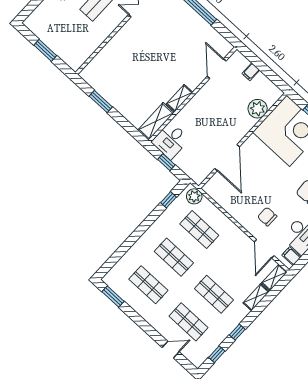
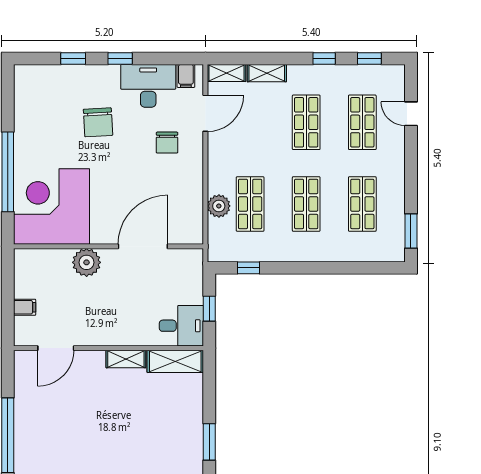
plant: (258, 109) -> (87, 262), moved
plant: (194, 196) -> (219, 206), moved

